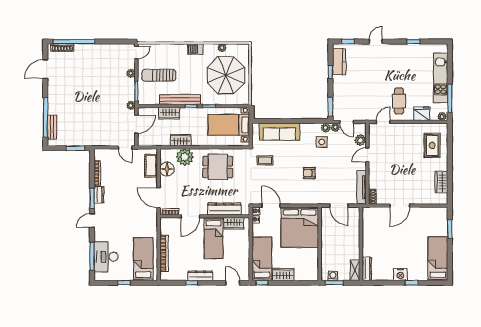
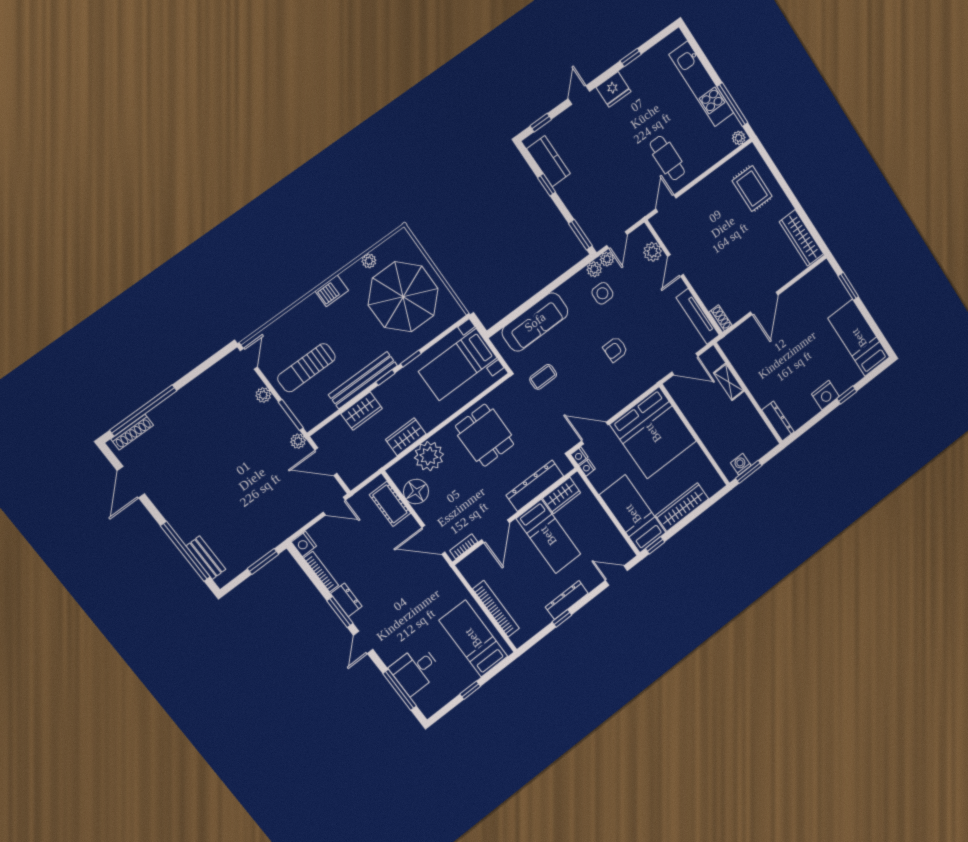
fridge: (422, 114) -> (614, 89), moved, turned 180
door: (347, 122) -> (617, 240), hinge flipped
door: (136, 124) -> (326, 462), swing flipped
nightstand: (99, 154) -> (304, 544), added
dining table: (218, 167) -> (485, 435), turned 90
wardrobe: (441, 182) -> (802, 238), width x1.50
desk: (106, 257) -> (416, 670), width x0.73
shelving: (355, 270) -> (729, 382), moved
wardrobe: (283, 274) -> (682, 507), width x1.50

